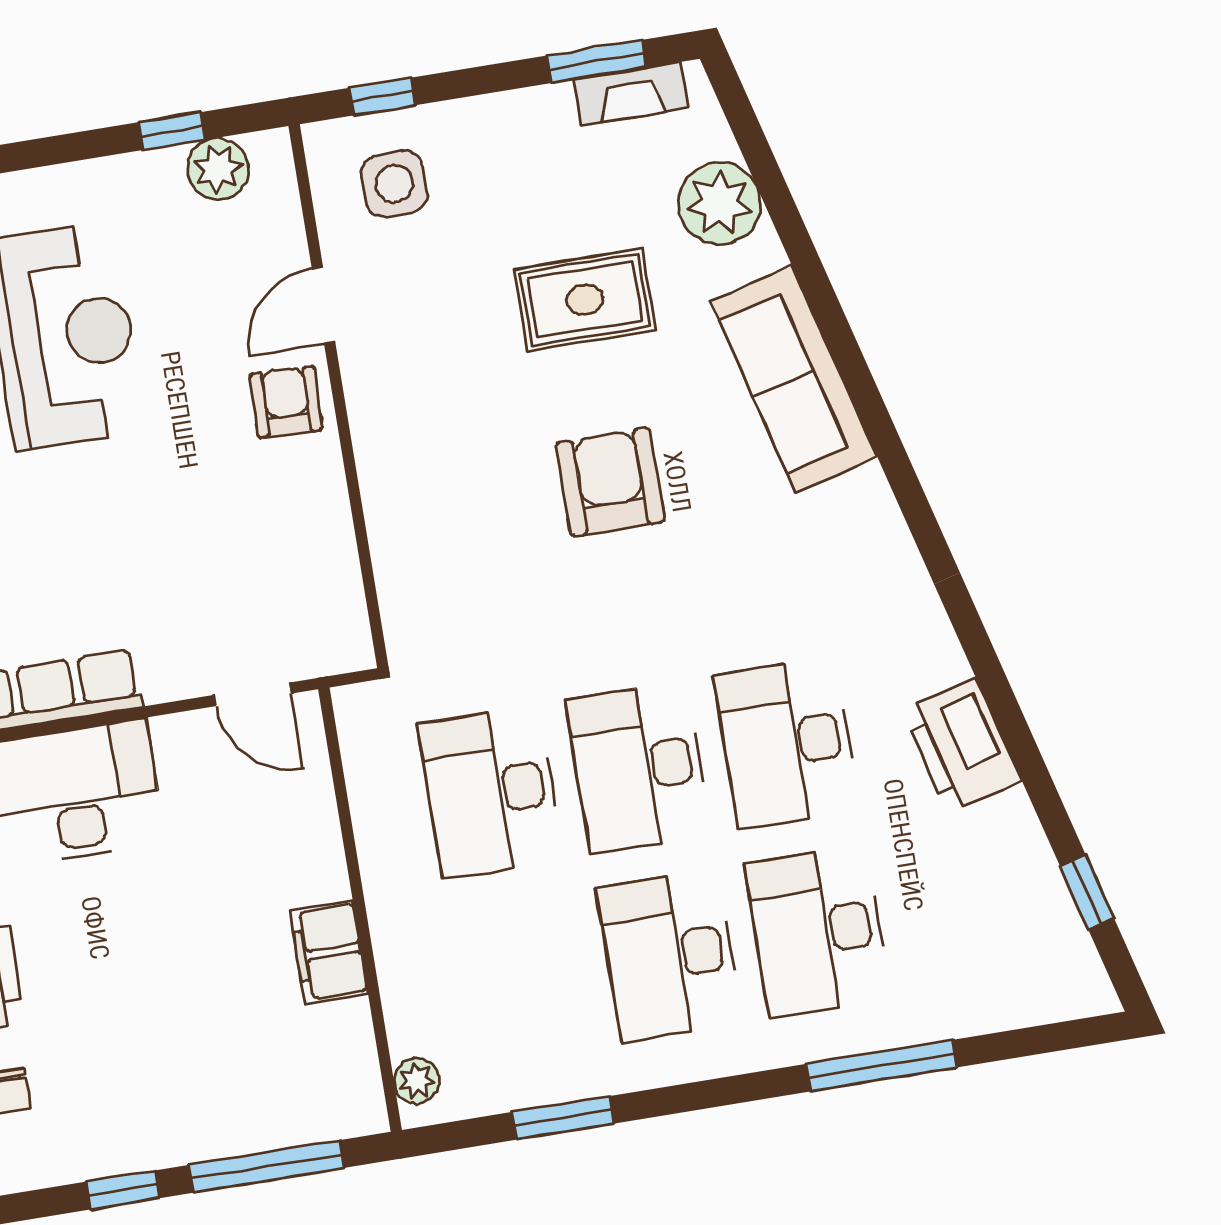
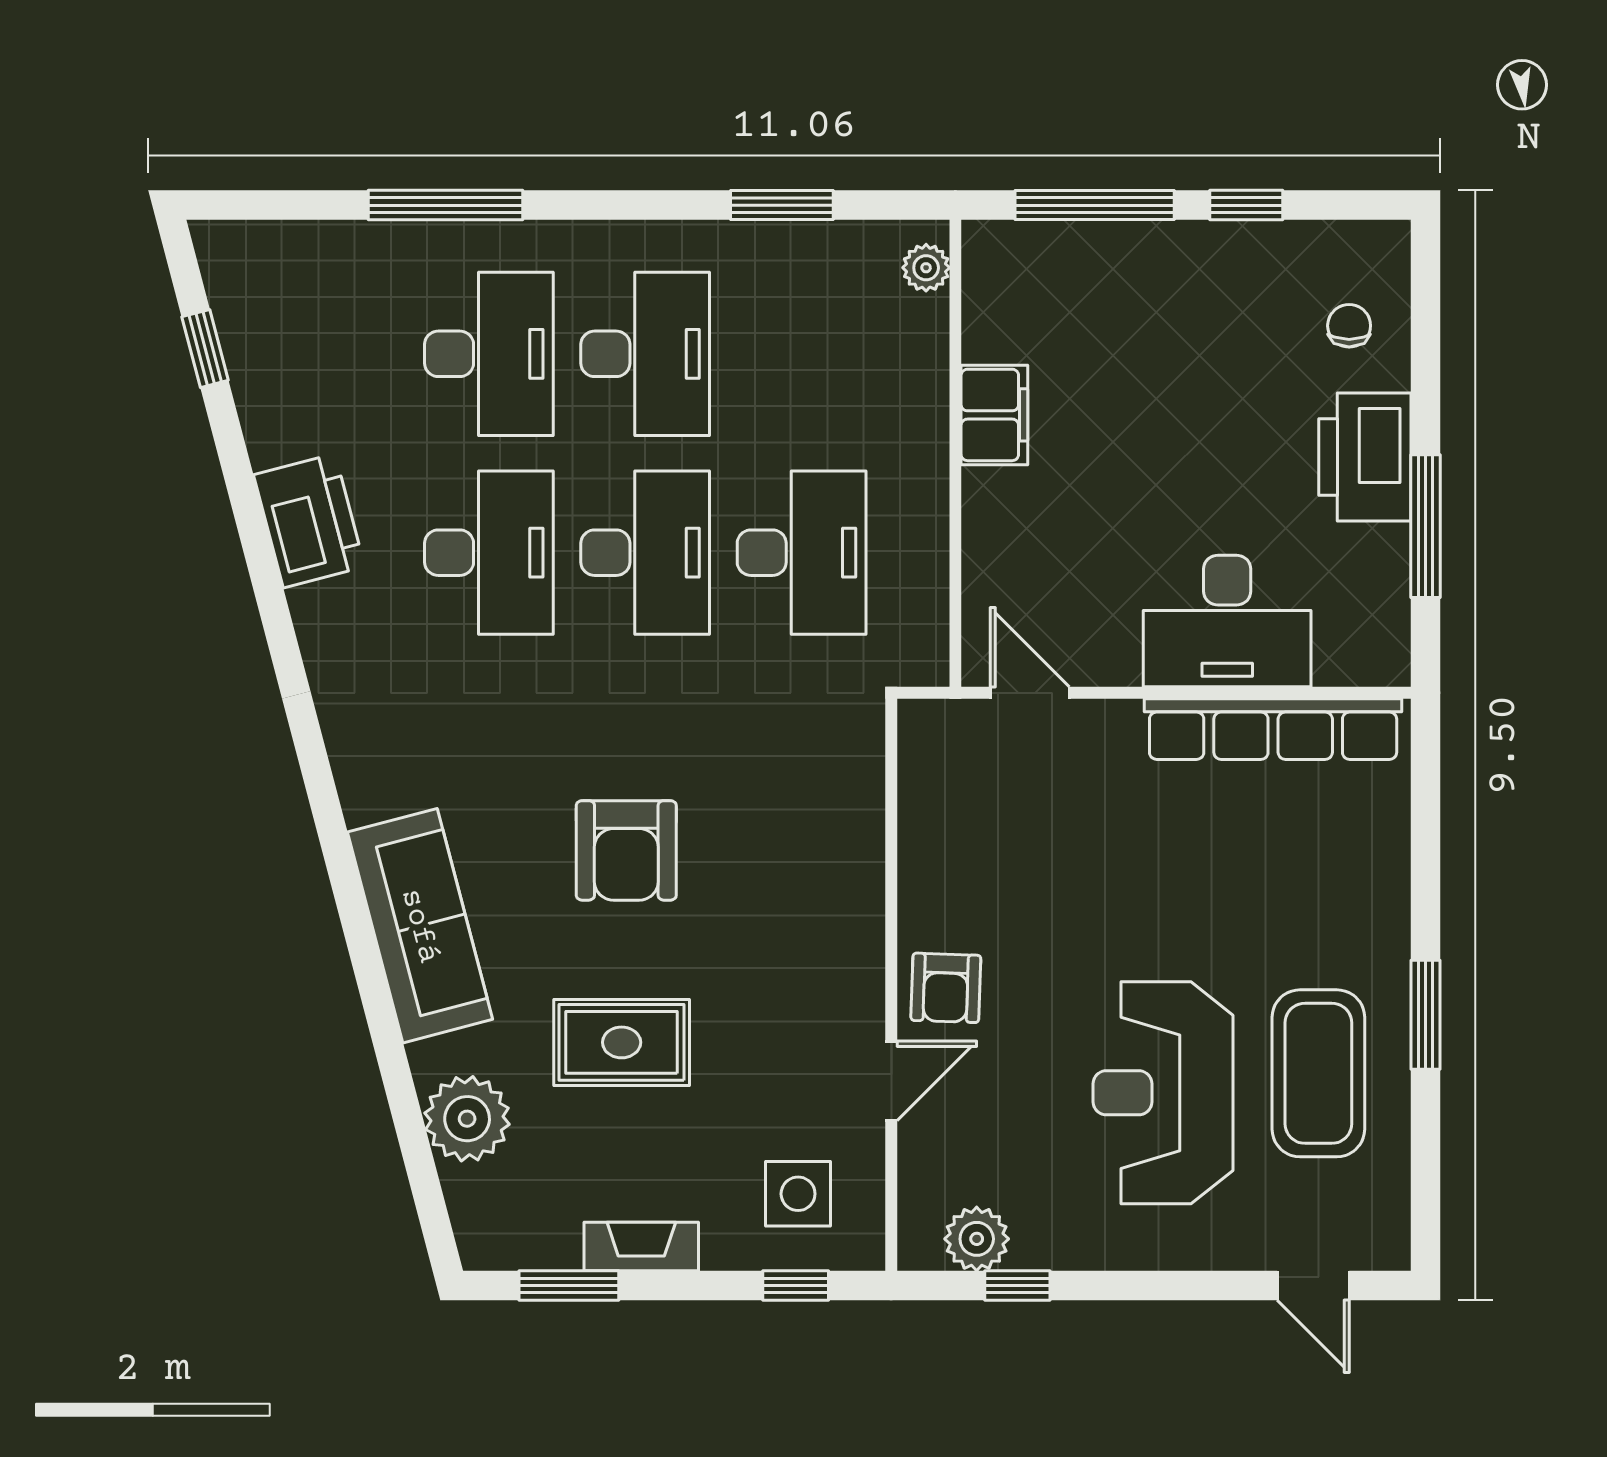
fireplace: (631, 94) -> (641, 1246), moved

